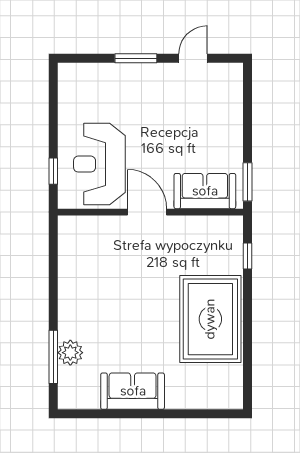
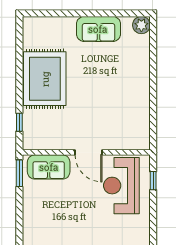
reception desk: (99, 164) -> (121, 186), turned 180
plant: (70, 353) -> (141, 25), moved
window: (53, 357) -> (153, 53), removed

